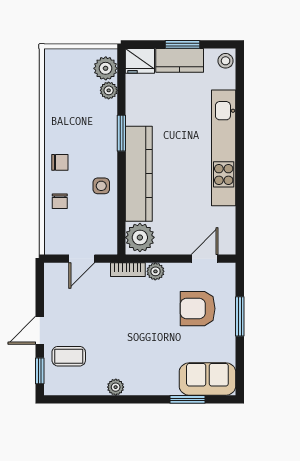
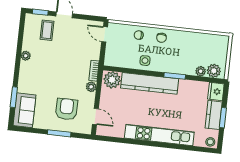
door: (82, 259) -> (105, 34), moved

